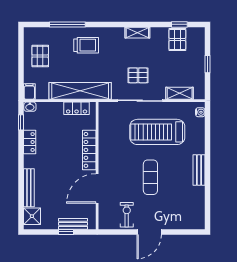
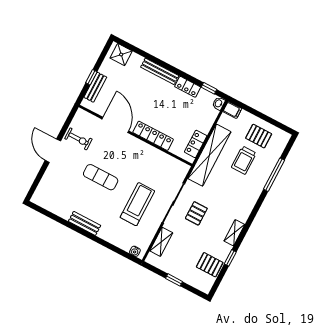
window: (179, 24) -> (230, 258), moved
trolley: (86, 45) -> (244, 160), moved
treadmill: (157, 132) -> (137, 204), width x0.73, depth x0.73
bench: (29, 188) -> (160, 71), moved

